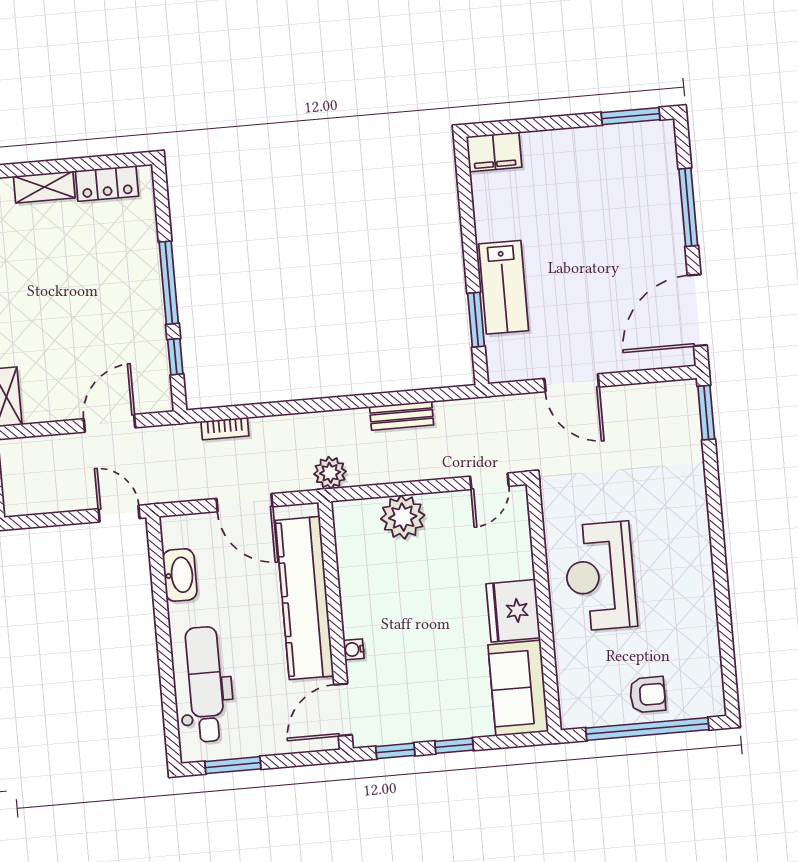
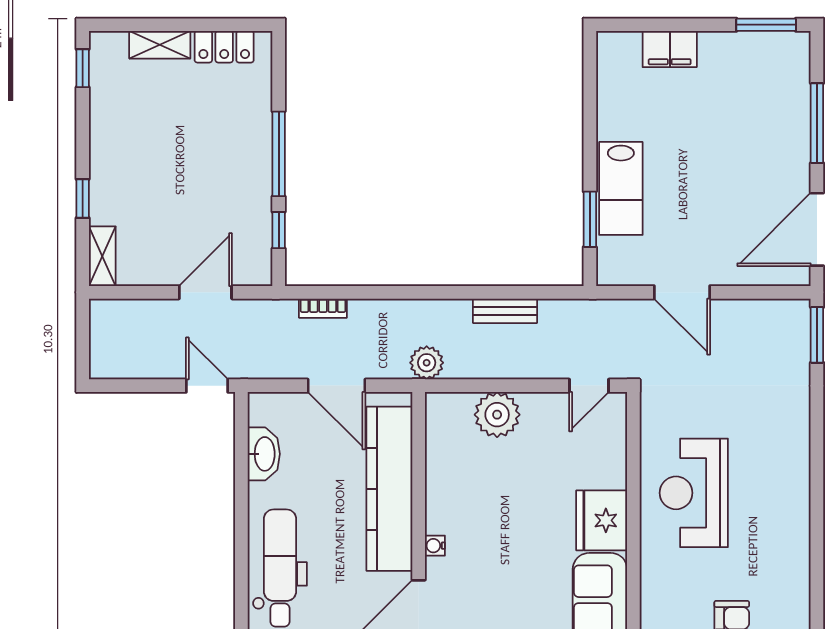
filing cabinet: (494, 152) -> (670, 49), moved

